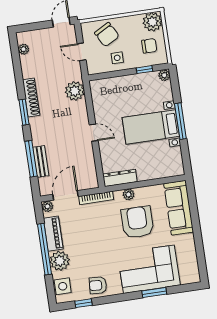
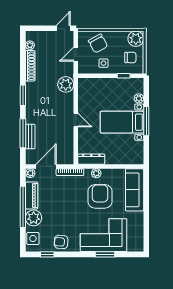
door: (82, 52) -> (76, 54), hinge flipped
plant: (164, 75) -> (139, 98), moved
shoe rack: (31, 98) -> (30, 66), moved

